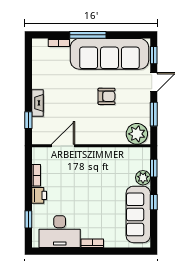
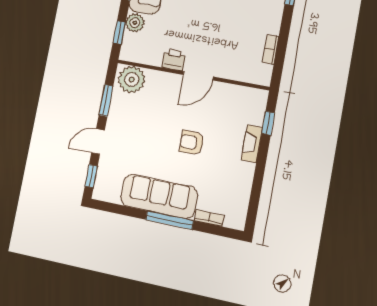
sofa: (109, 54) -> (159, 196), width x0.74, depth x0.79
armchair: (107, 96) -> (192, 142), moved
door: (63, 146) -> (198, 76), moved
printer: (39, 195) -> (174, 60), moved, turned 90

